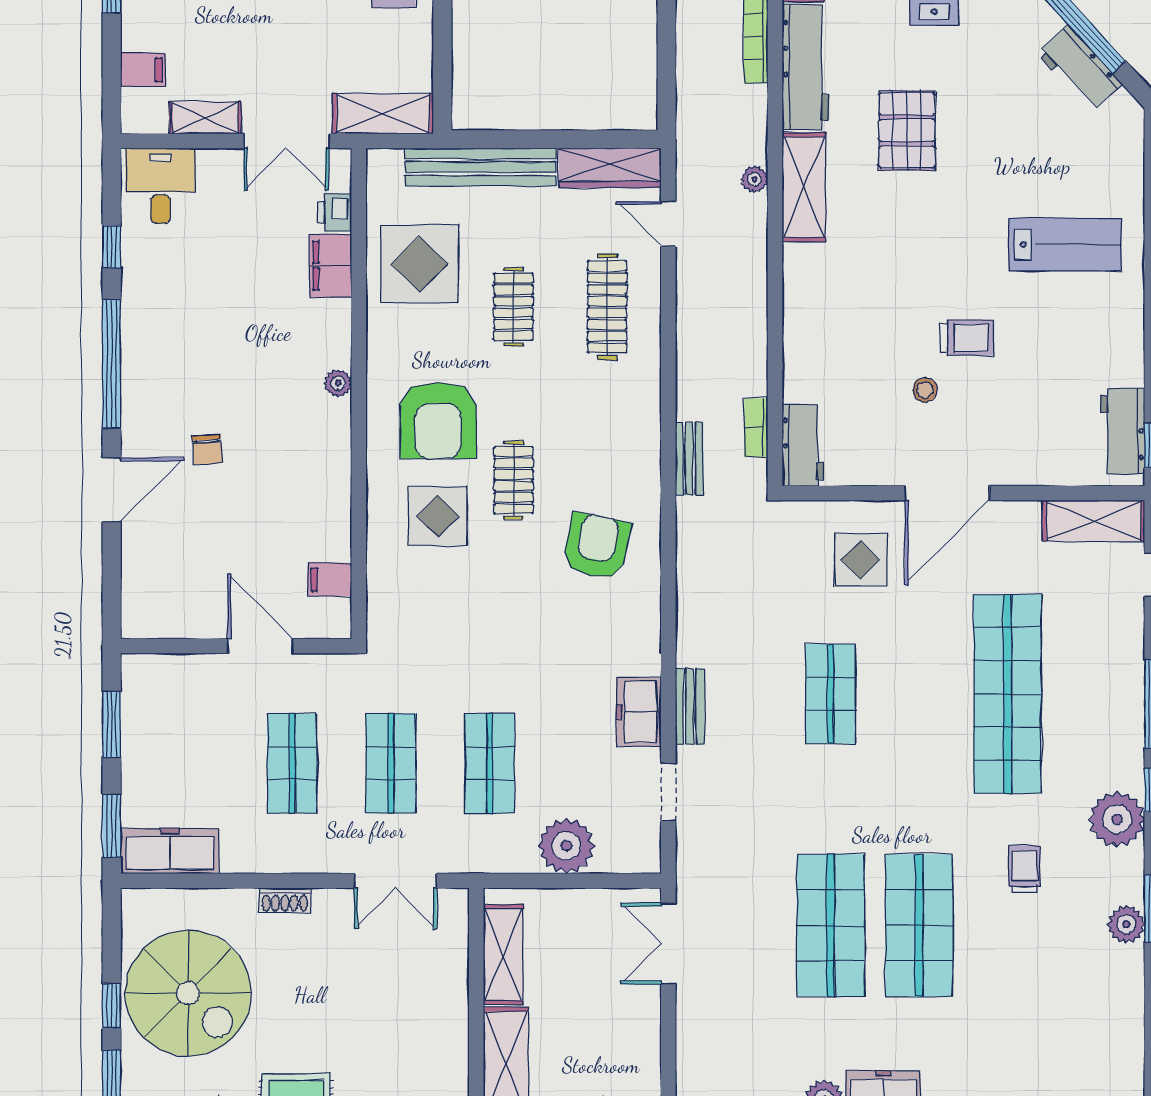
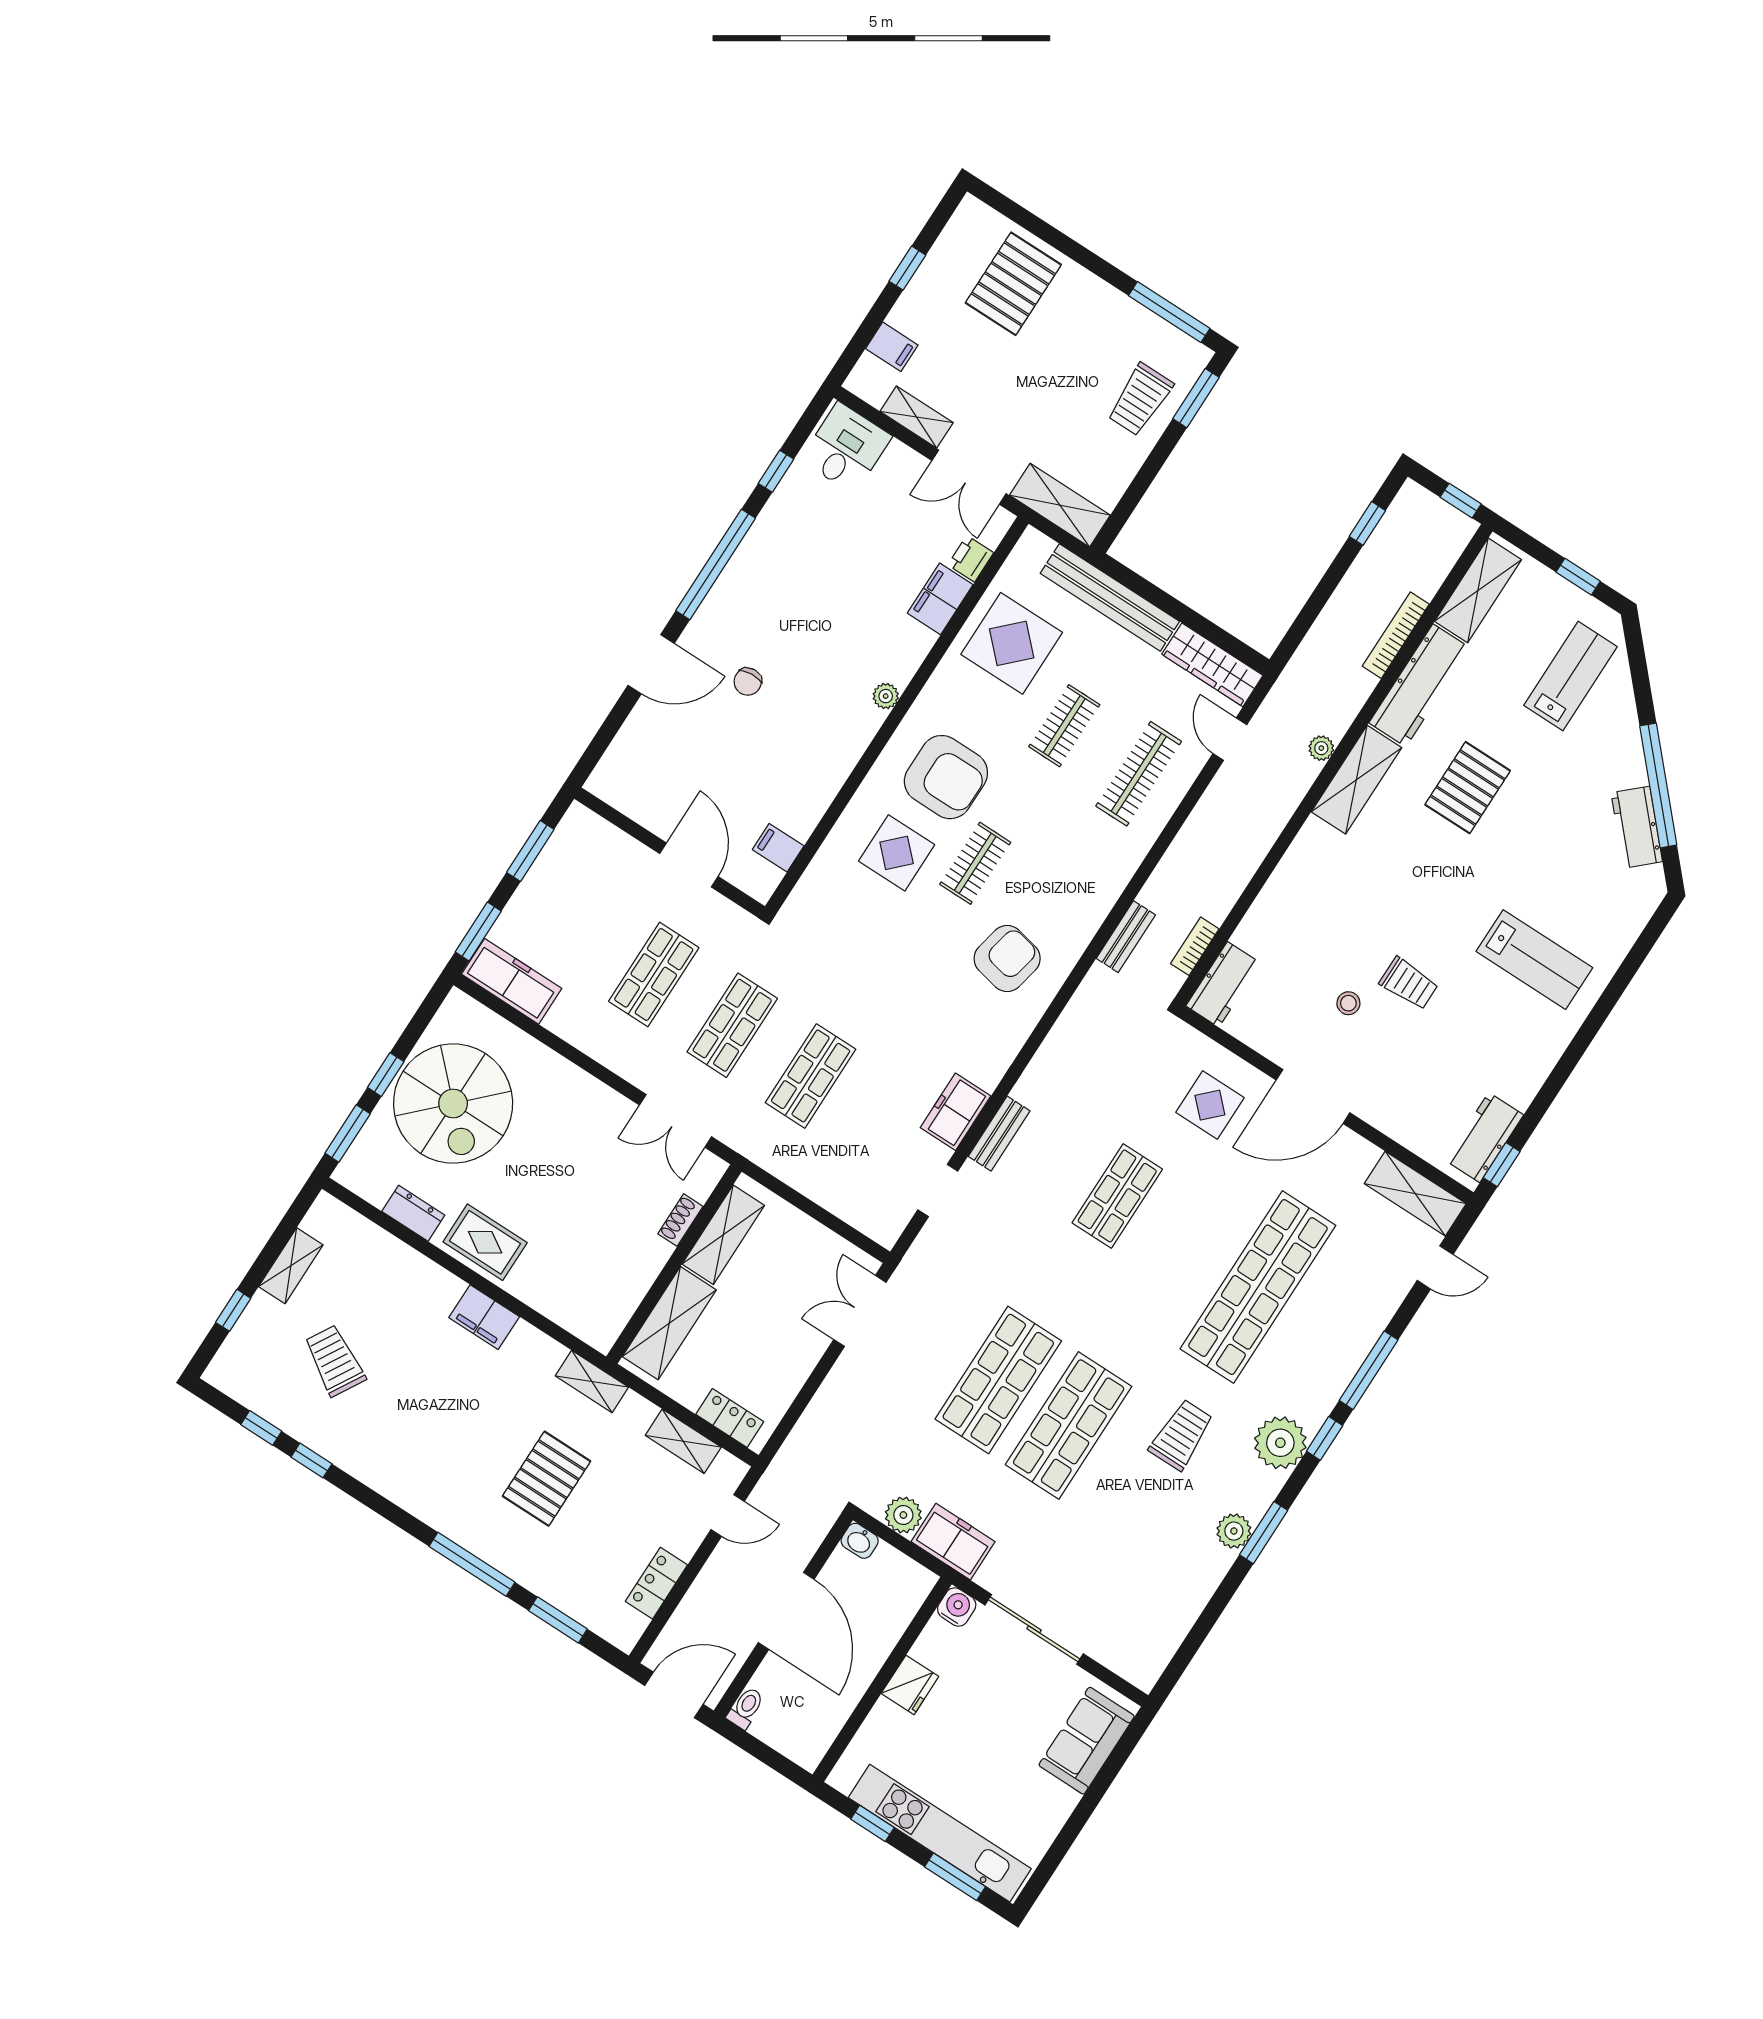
armchair: (438, 420) -> (946, 777), turned -90
plant: (566, 846) -> (829, 1181), removed
trolley: (1024, 869) -> (1181, 1435), width x1.36, depth x1.39
shoe rack: (285, 900) -> (680, 1220), moved, turned 90

